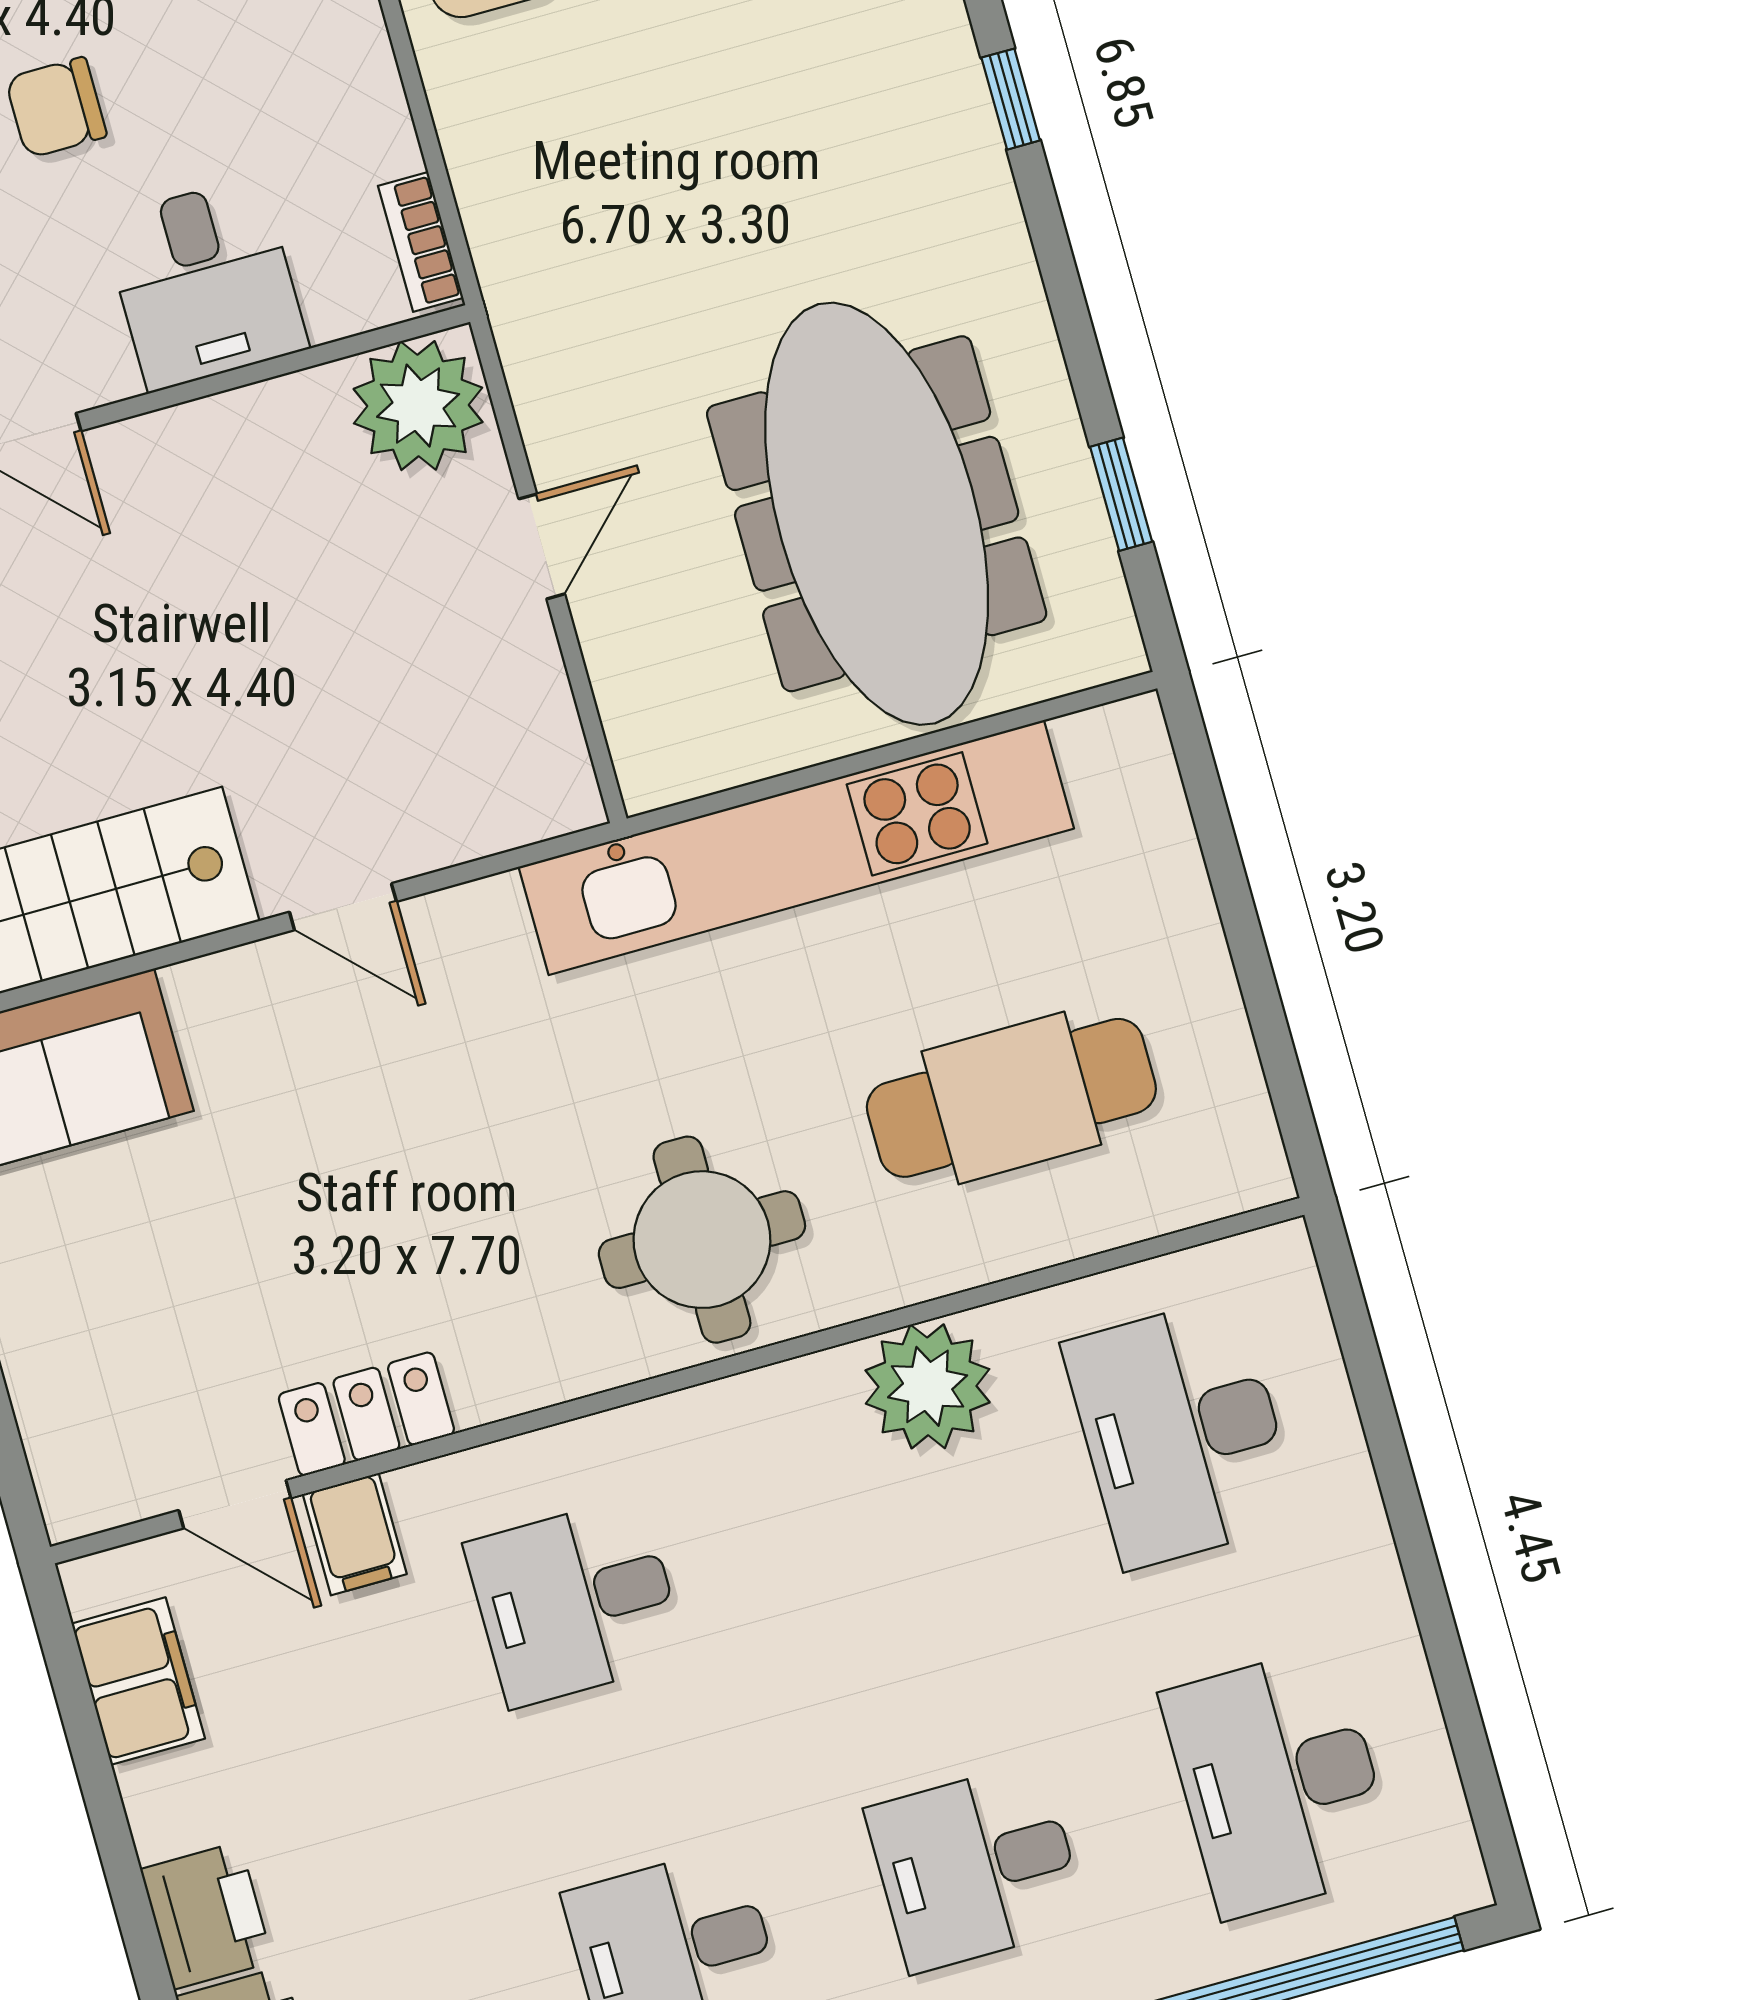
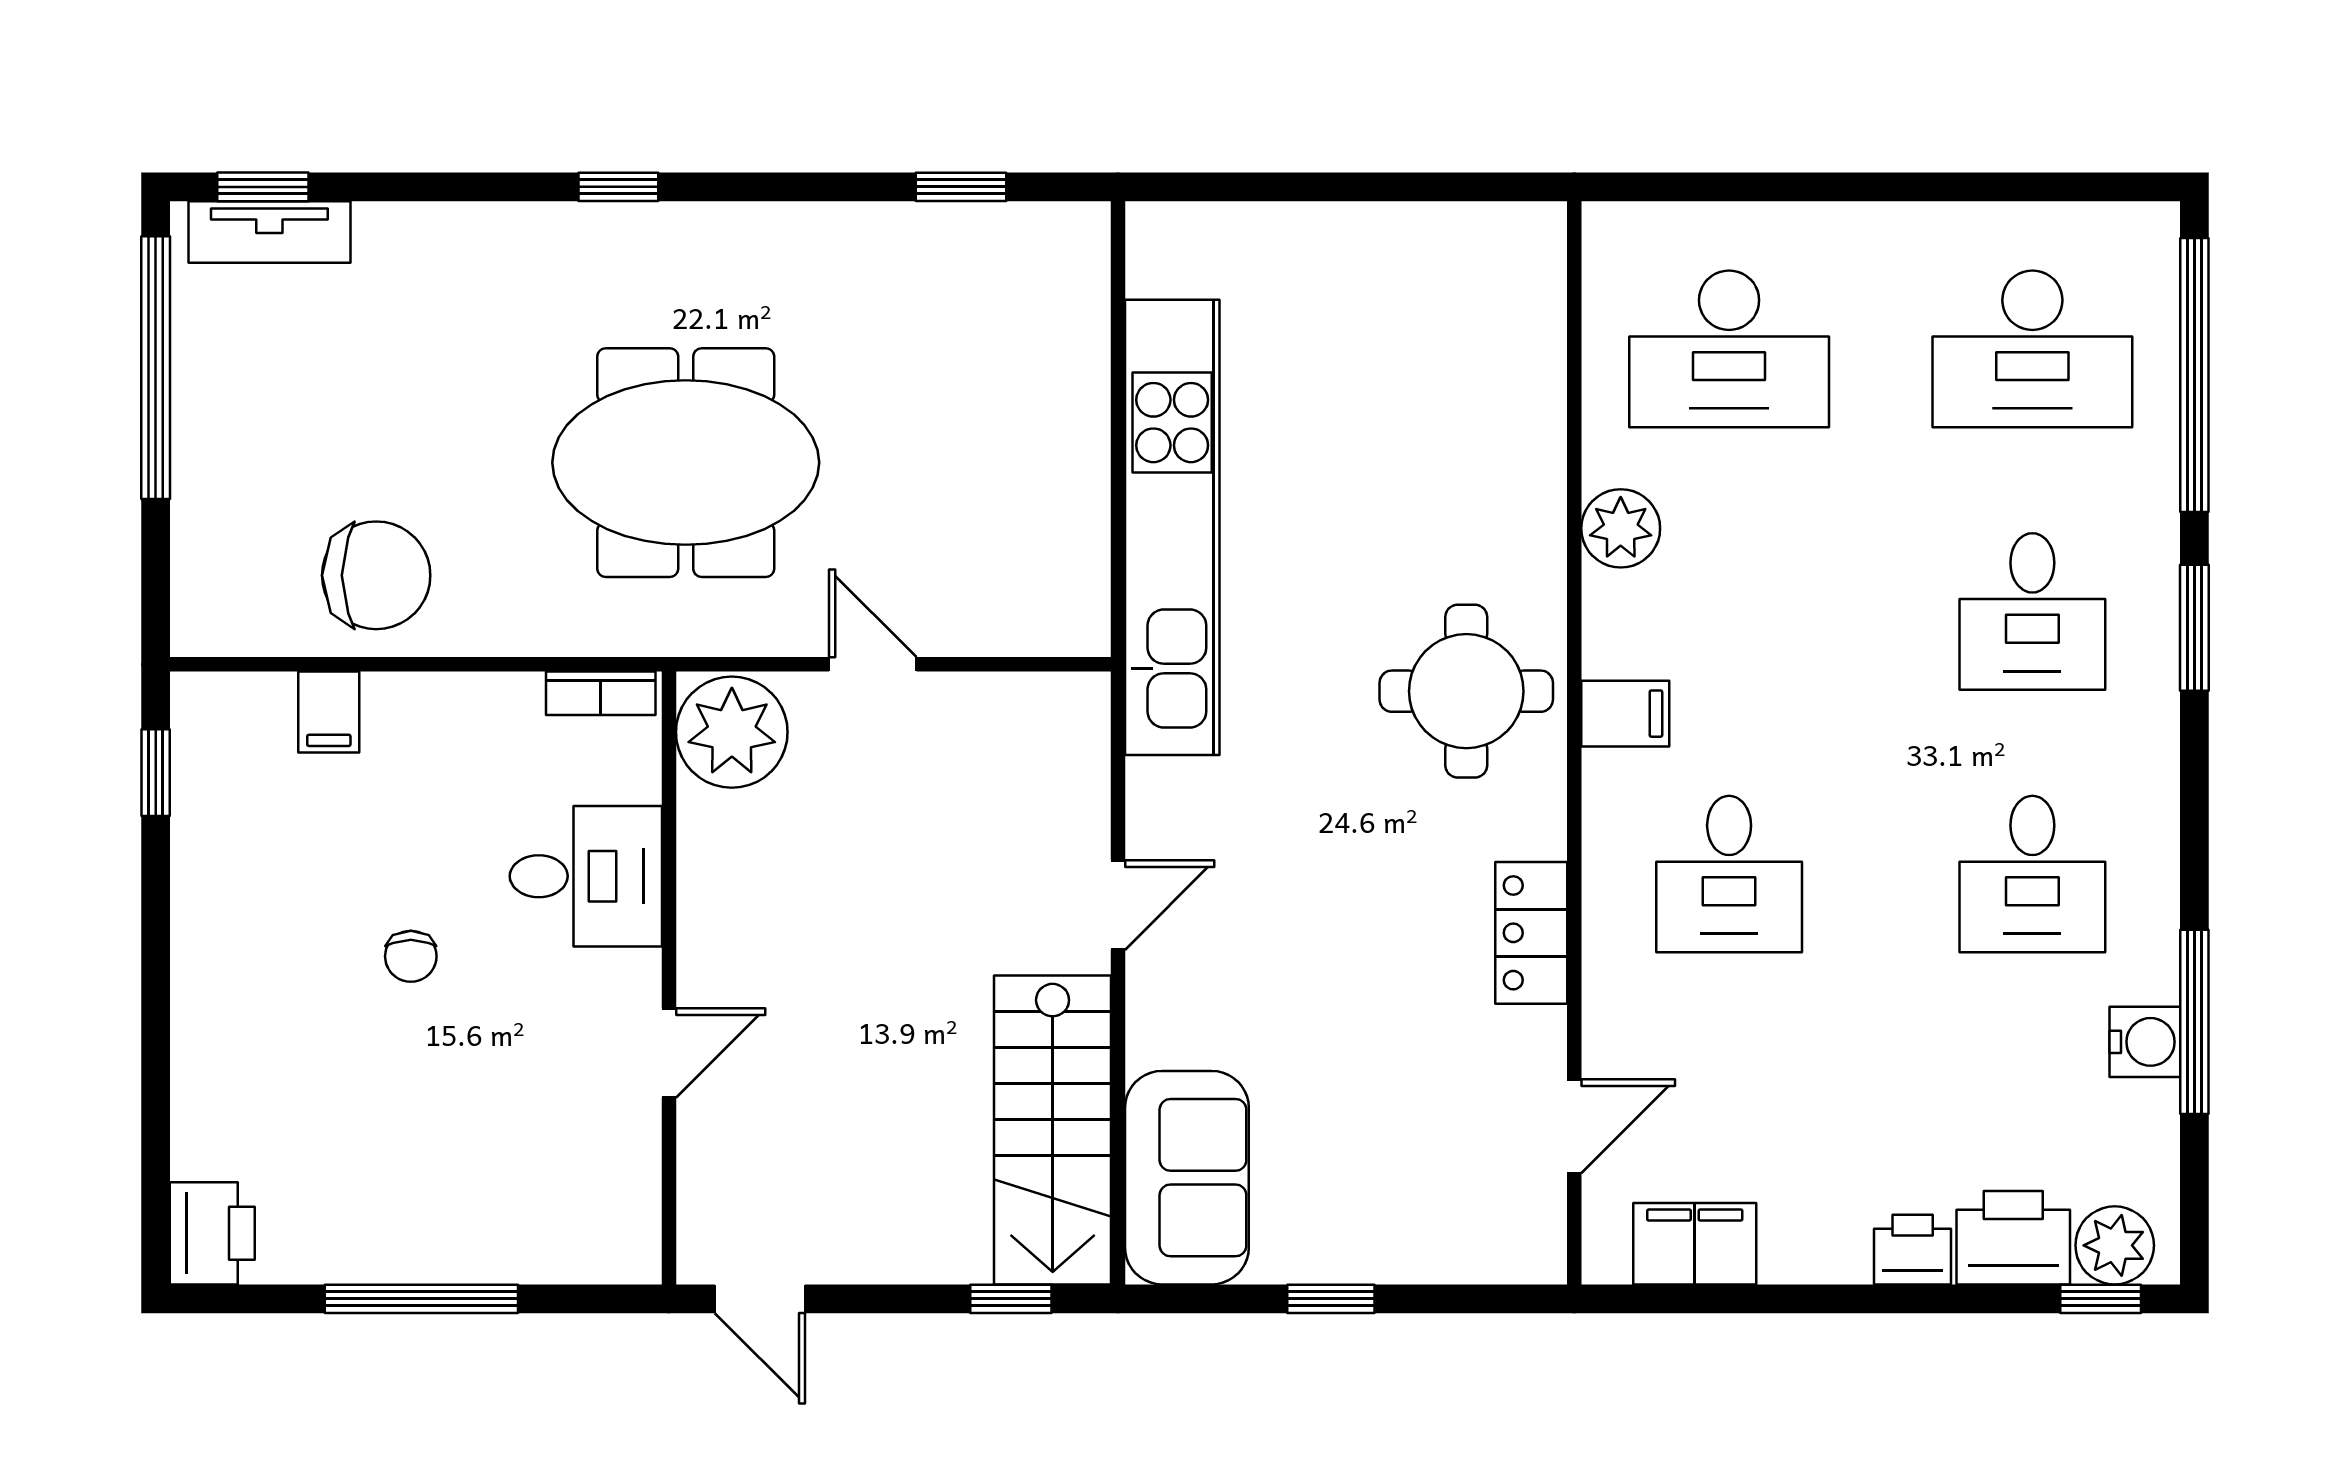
chair: (56, 107) -> (411, 956), width x0.73, depth x0.73
meeting table: (877, 514) -> (686, 463), moved, width x0.73
cafe table: (1011, 1098) -> (1422, 410), removed
plant: (928, 1386) -> (1621, 528), width x0.73, depth x0.73
locker: (366, 1414) -> (1531, 933), moved
filing cabinet: (355, 1534) -> (1625, 714), moved
printer: (207, 1916) -> (1913, 1250), width x0.73, depth x0.81

